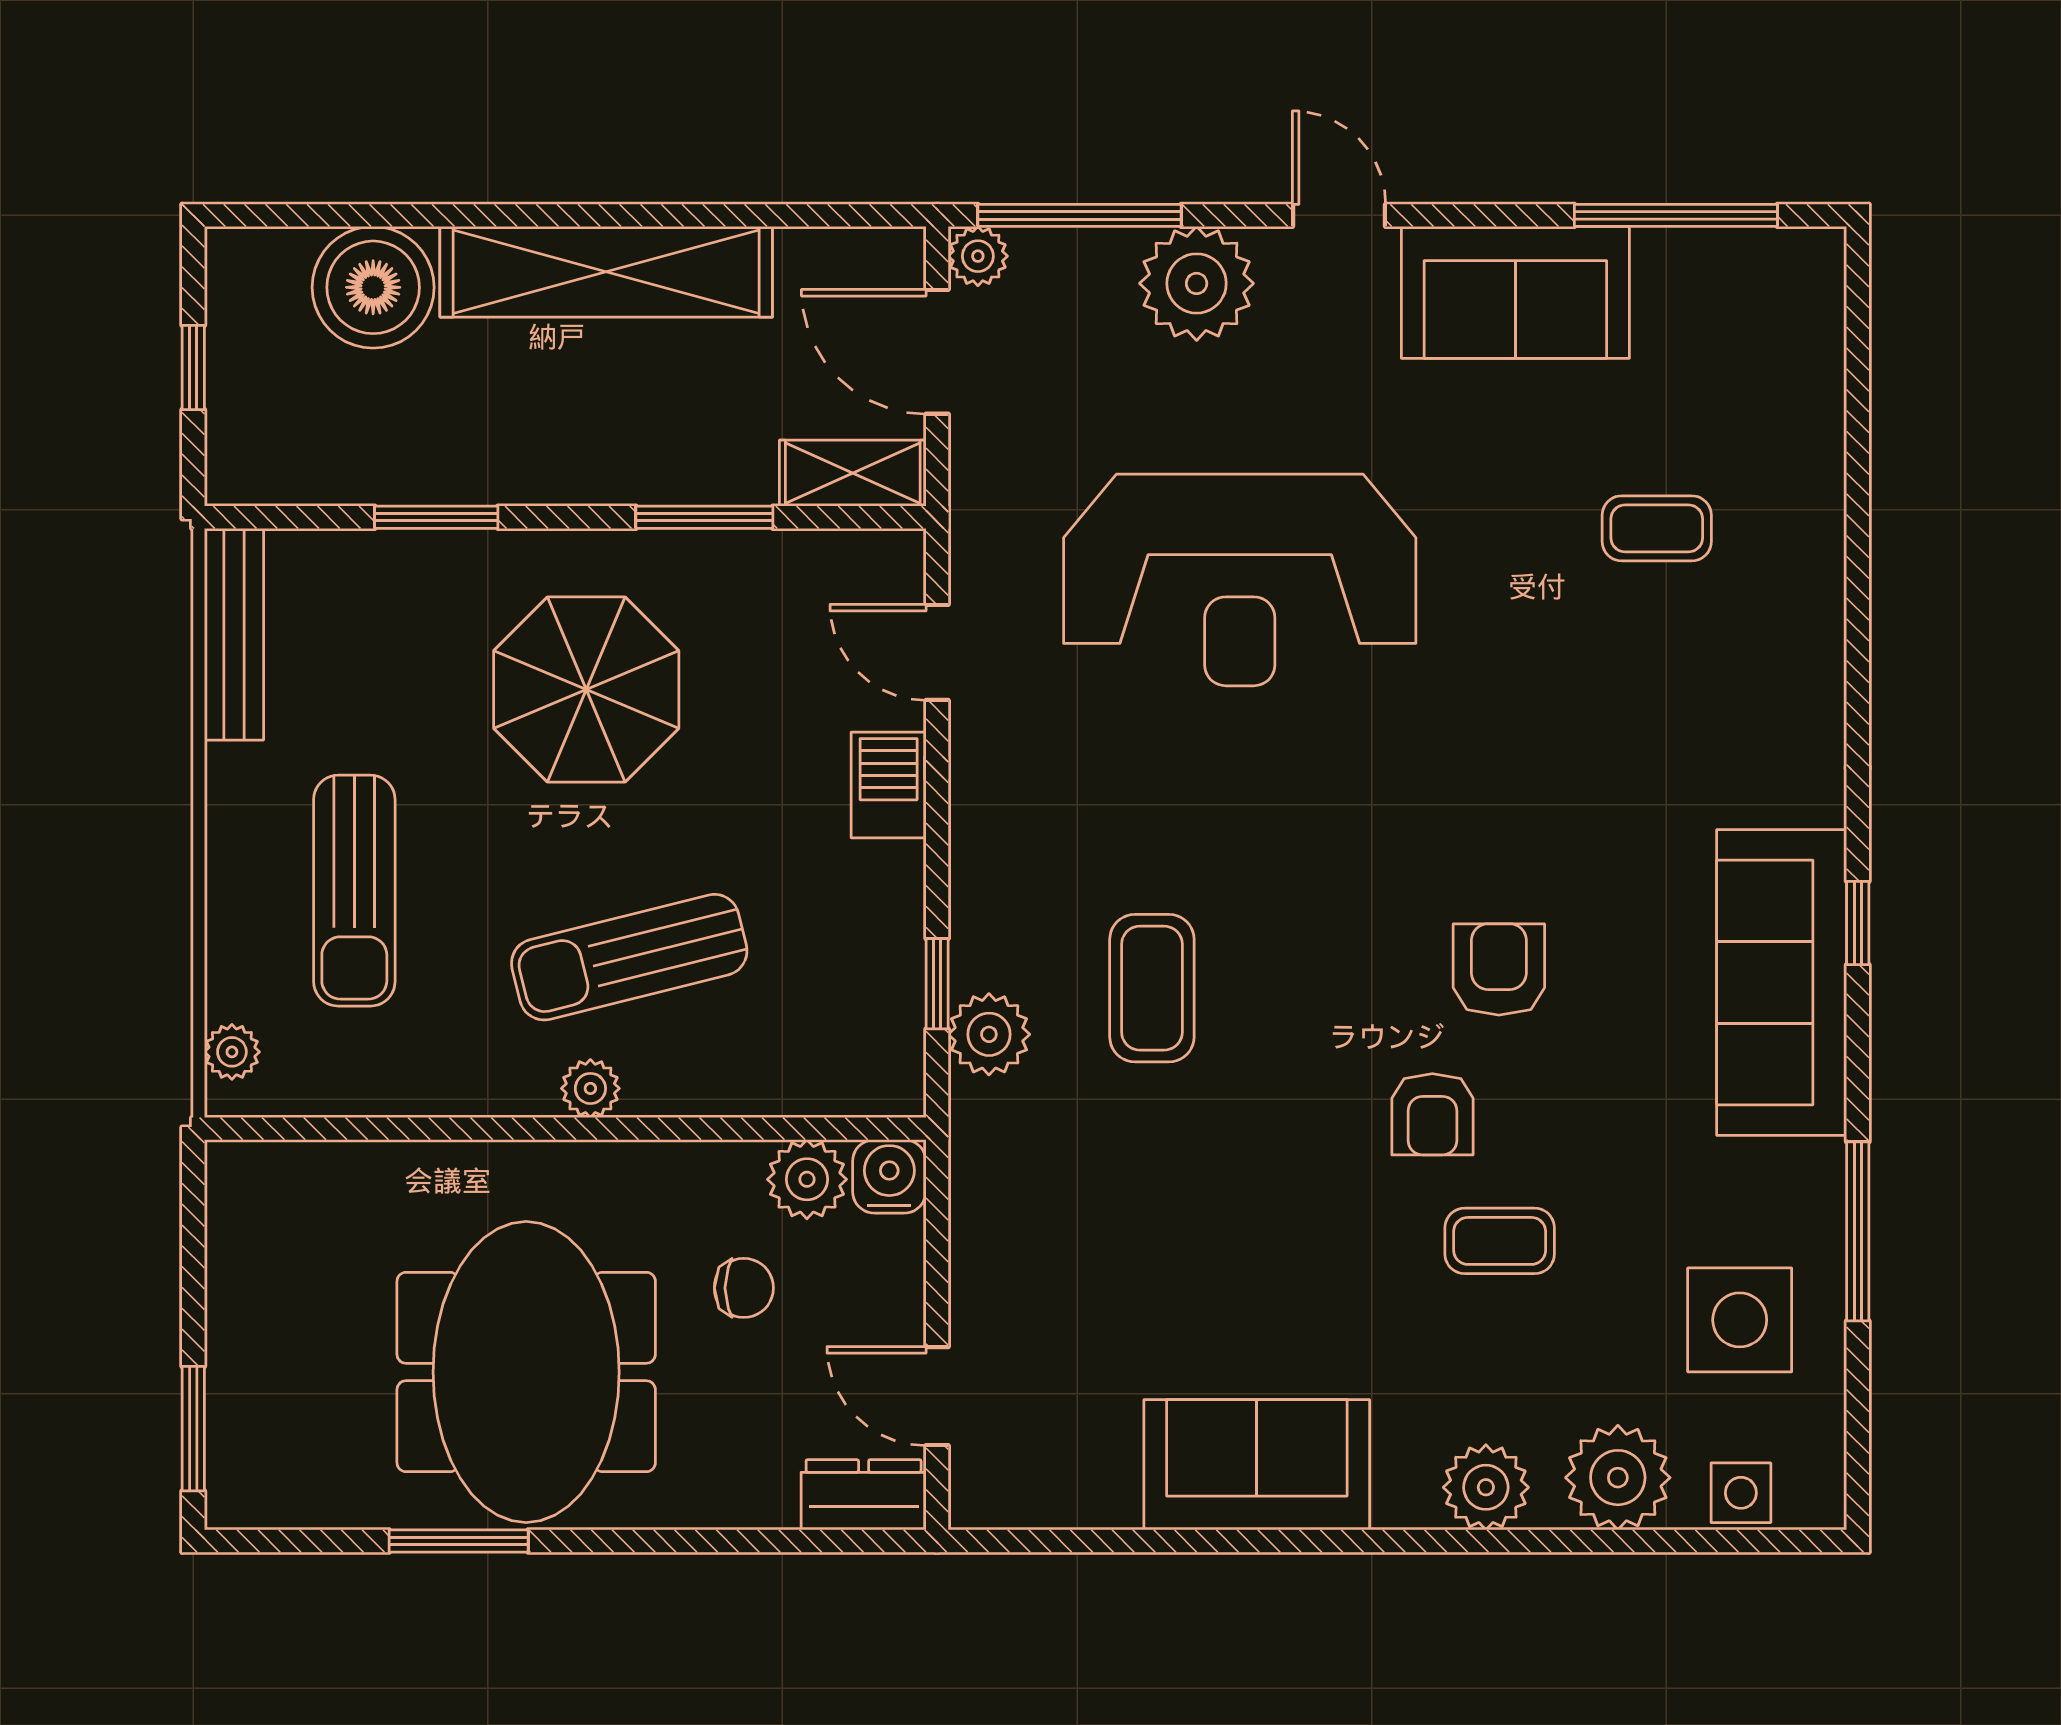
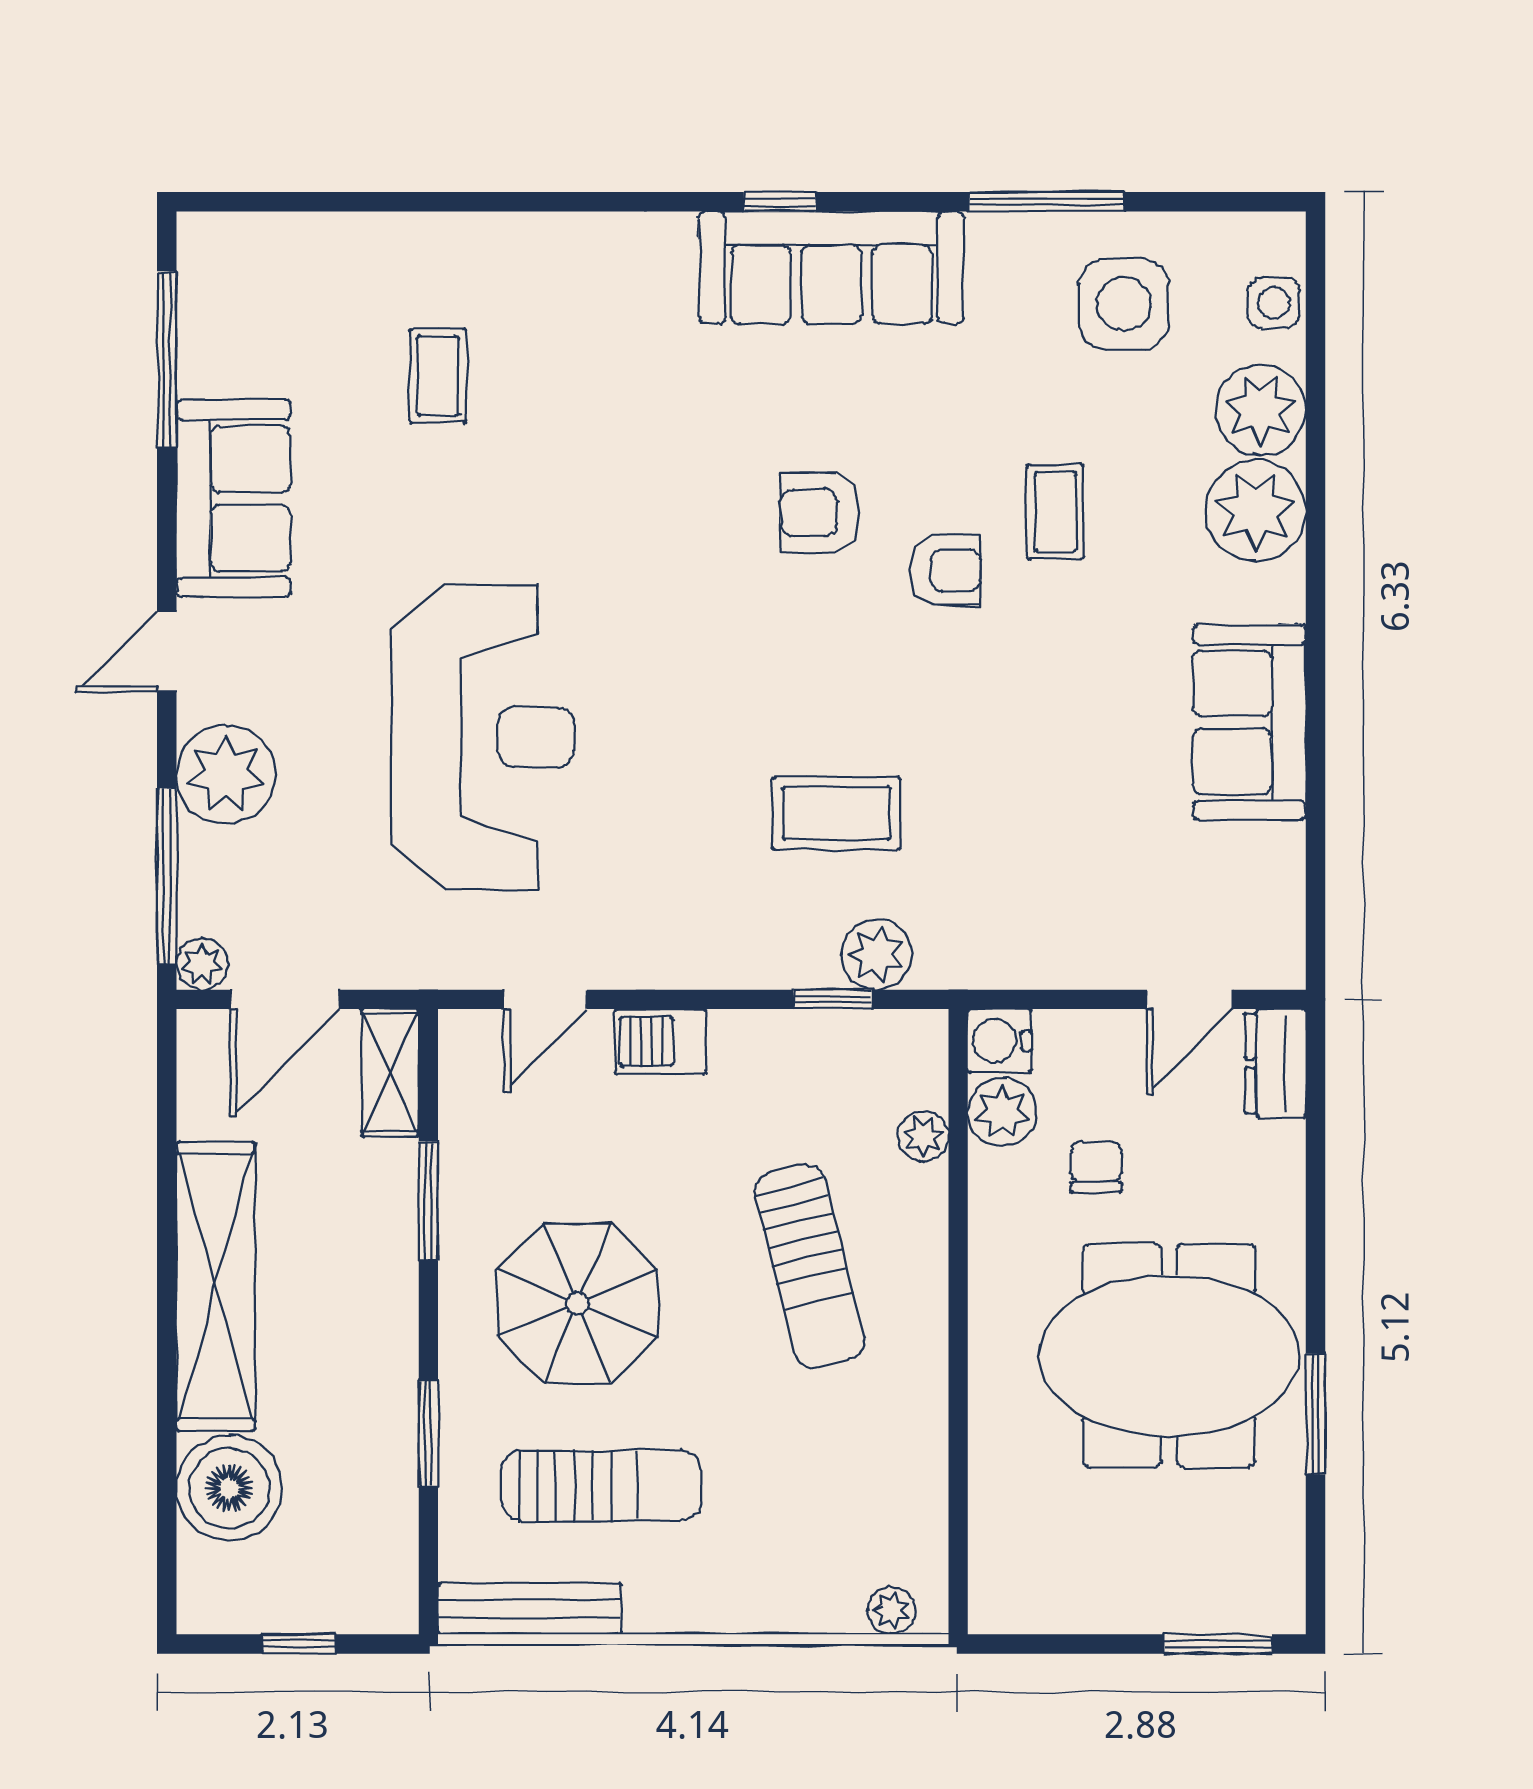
sun lounger: (354, 891) -> (601, 1486), moved
plant: (590, 1088) -> (923, 1136), moved
plant: (1486, 1487) -> (1255, 510), width x1.36, depth x1.36

